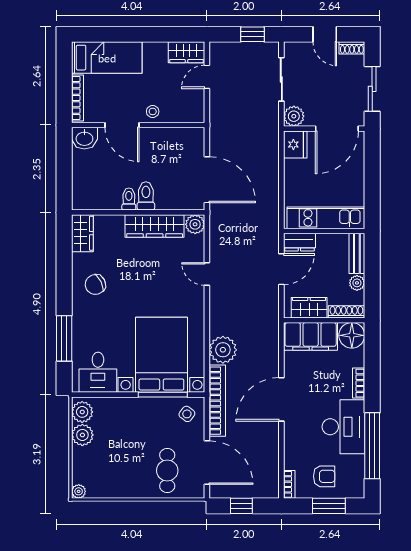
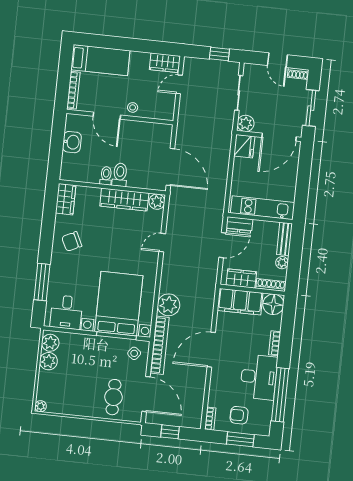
washbasin: (84, 138) -> (72, 142), moved, turned -90
door: (207, 274) -> (162, 243), hinge flipped
armchair: (324, 476) -> (239, 415), turned 180

